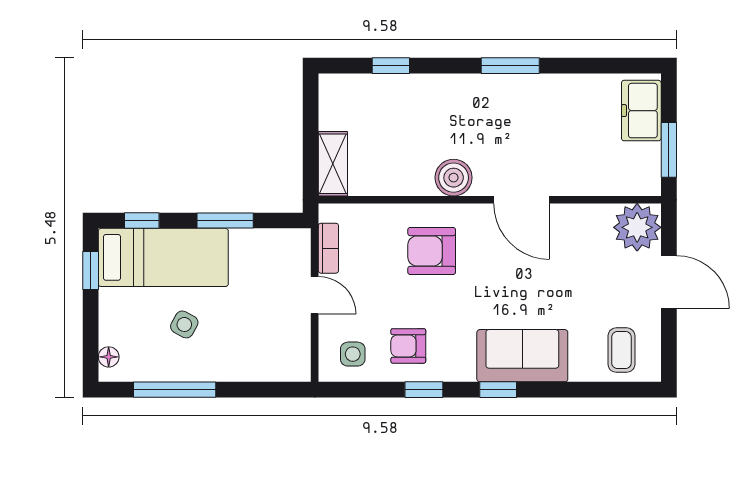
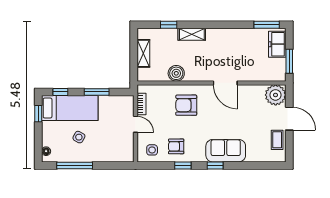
window: (510, 66) -> (267, 25), moved
shelving: (444, 87) -> (192, 34), added
shelving: (333, 164) -> (143, 53), moved
boiler: (454, 178) -> (176, 73), moved
coffee table: (621, 350) -> (277, 140), moved

